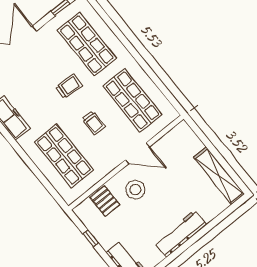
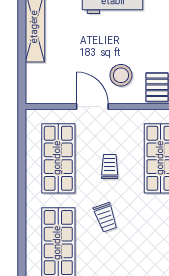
trolley: (69, 86) -> (105, 217), turned -113

